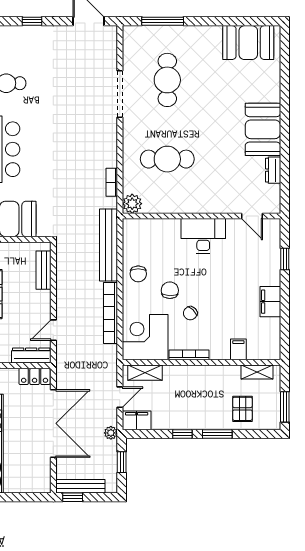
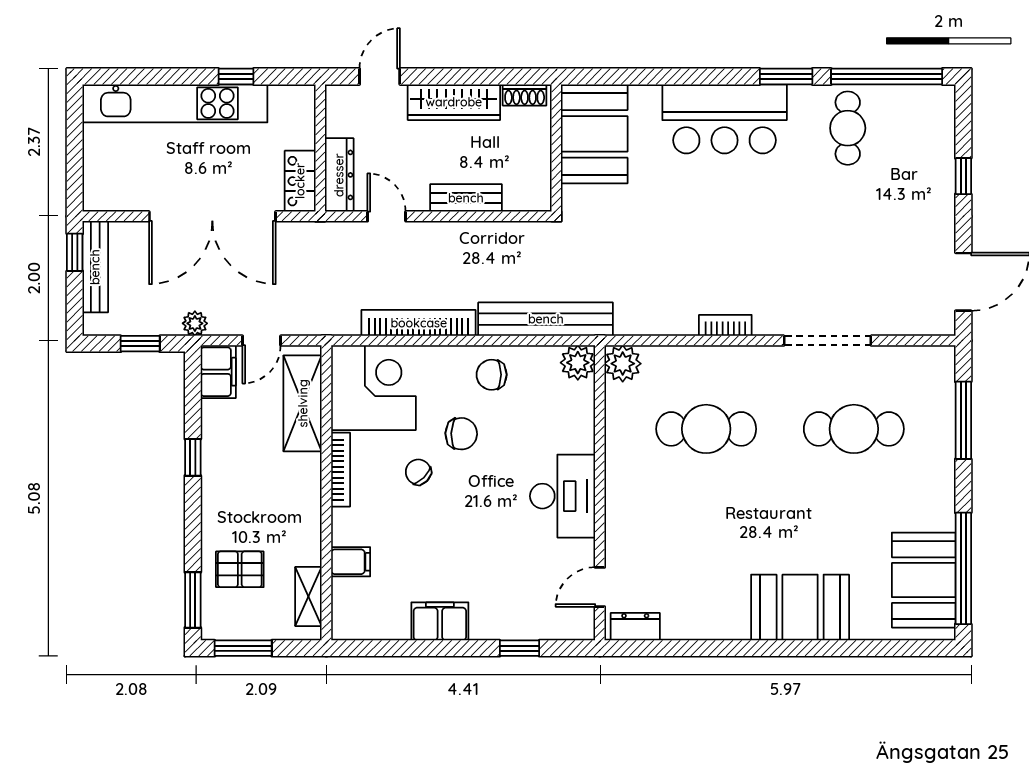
window: (242, 21) -> (963, 568), added
booth: (263, 129) -> (800, 608), moved
cafe table: (167, 159) -> (706, 429), turned 90
dresser: (273, 170) -> (635, 627), moved
bookcase: (112, 182) -> (725, 325), moved
plant: (132, 228) -> (578, 363), added
bench: (44, 270) -> (466, 198), moved
shelving: (145, 373) -> (303, 403), width x1.50, depth x1.33
door: (120, 397) -> (262, 341), hinge flipped
window: (217, 434) -> (193, 600), moved

